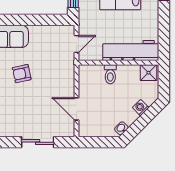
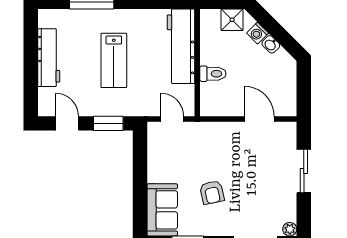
shower: (149, 73) -> (232, 20), moved
door: (77, 109) -> (259, 119), swing flipped
washbasin: (121, 128) -> (271, 44), moved

